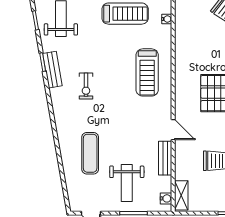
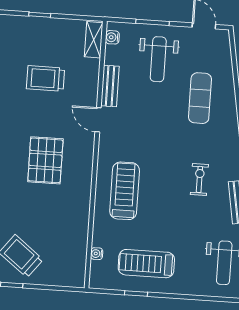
weight bench: (127, 183) -> (158, 59), turned 180

